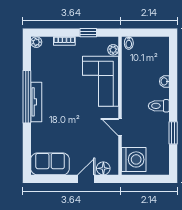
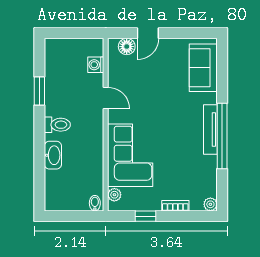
washbasin: (164, 81) -> (53, 155), width x1.91, depth x1.45
washing machine: (134, 159) -> (96, 65), width x0.53, depth x0.53
sofa: (50, 164) -> (203, 68), moved, turned 90

